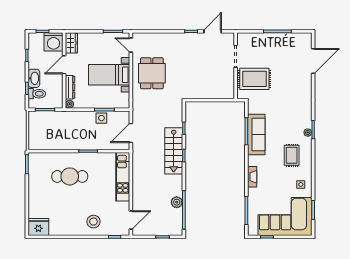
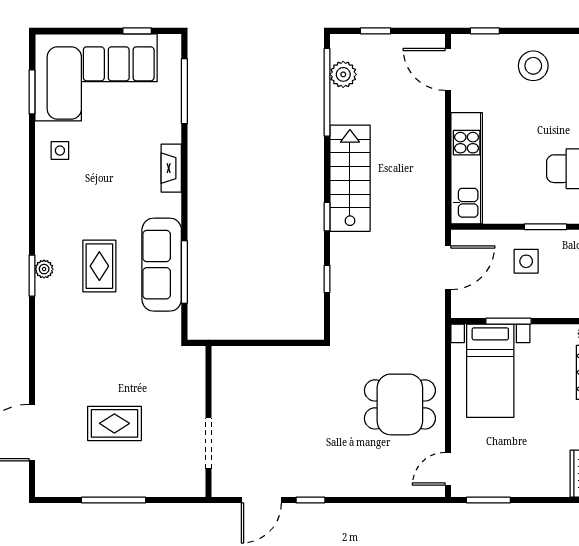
door: (131, 45) -> (448, 469), swing flipped
dining table: (152, 73) -> (400, 404), turned 90
bed with nightstands: (109, 75) -> (490, 371), moved, turned 90
rug: (254, 79) -> (114, 423), moved, width x0.73, depth x0.70
side table: (101, 118) -> (526, 261), moved
stairs: (174, 151) -> (350, 178), moved
rug: (292, 155) -> (99, 266), moved
plant: (177, 202) -> (343, 74), moved
door: (131, 220) -> (448, 69), hinge flipped

